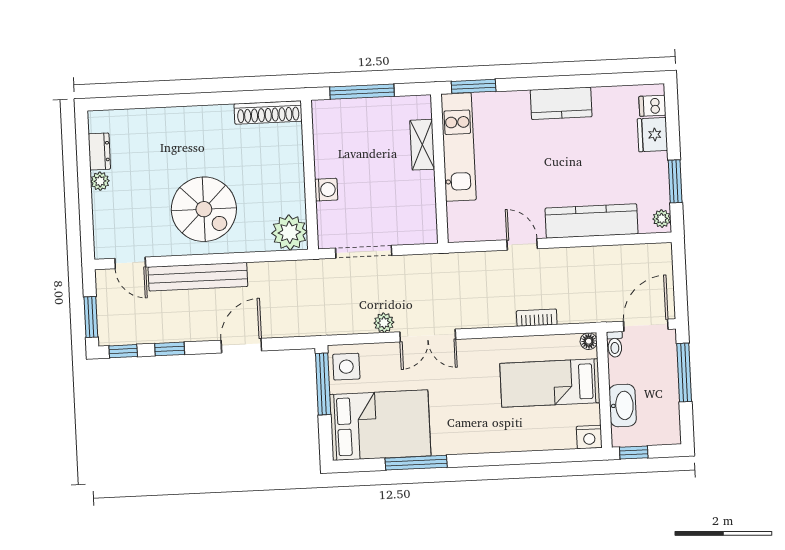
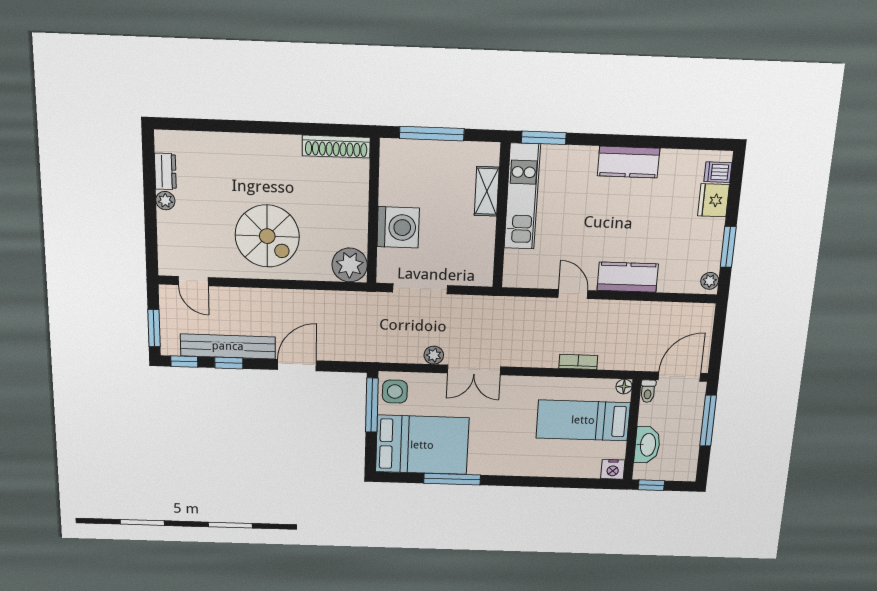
washing machine: (326, 190) -> (398, 227), width x1.89, depth x1.89
kitchen counter: (592, 221) -> (628, 277), width x0.67
bench: (198, 277) -> (228, 346), moved

